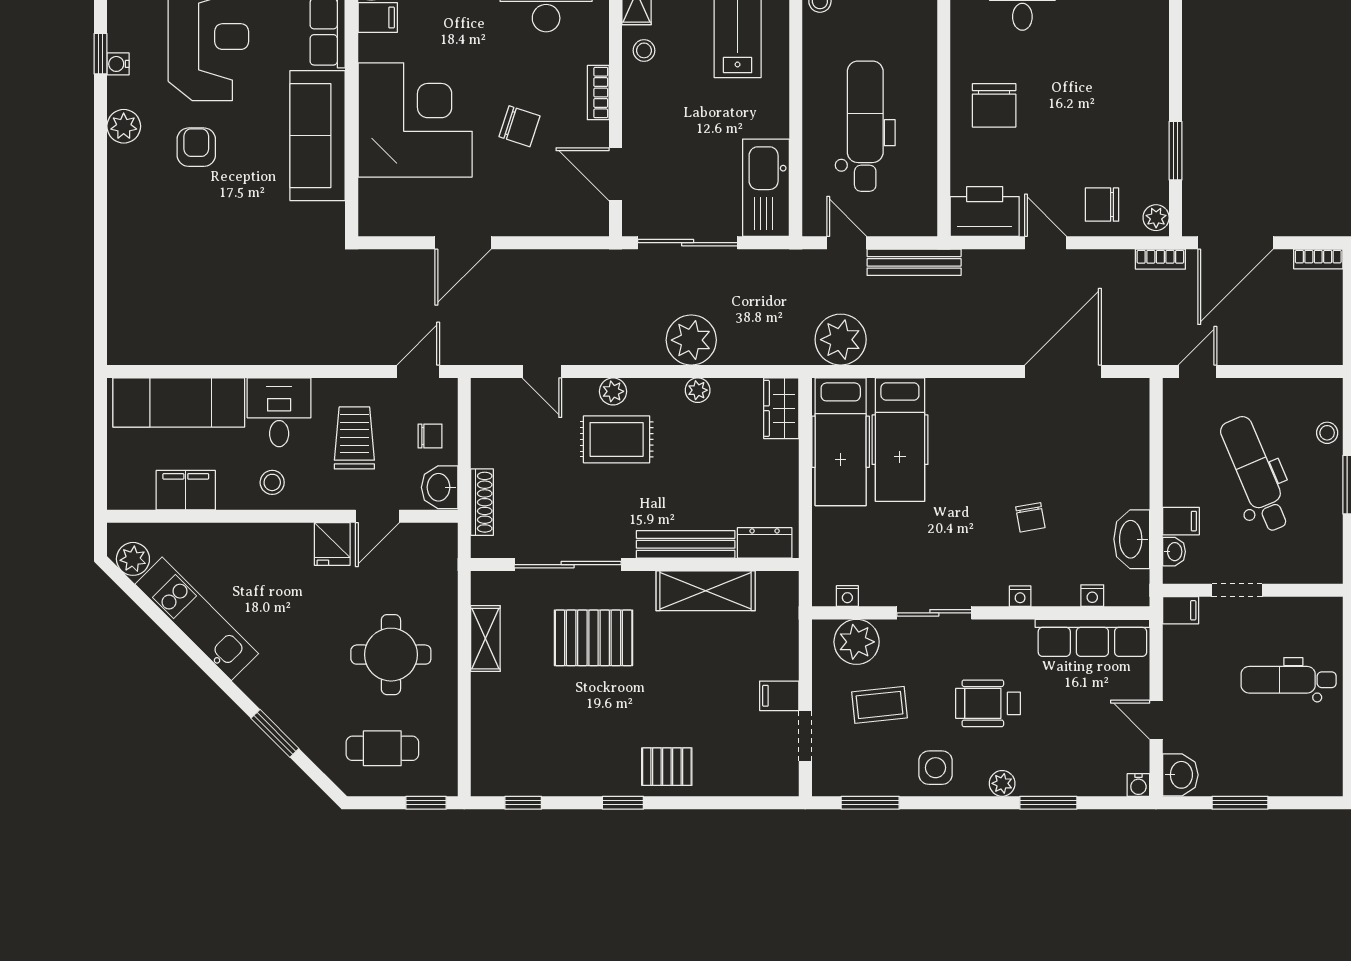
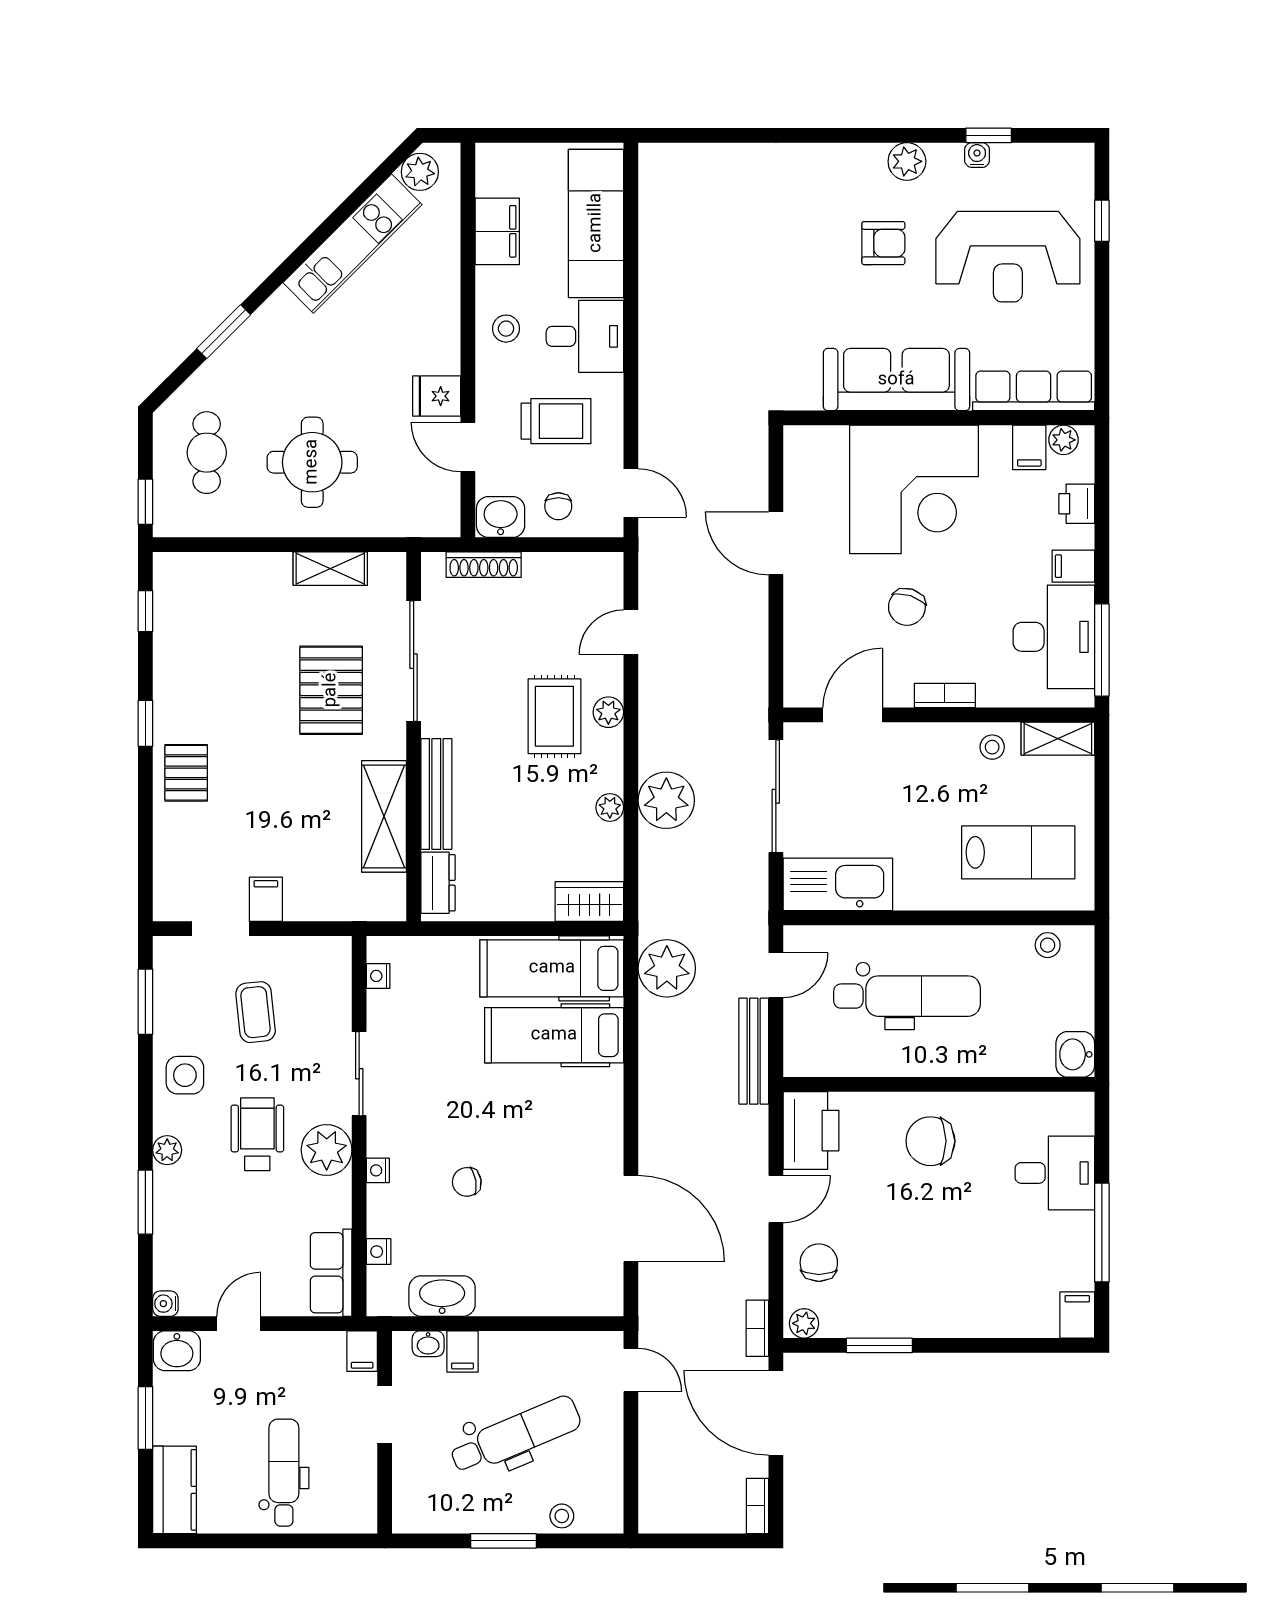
row of seats: (1092, 638) -> (331, 1273), width x0.68
plant: (857, 642) -> (327, 1150), moved
kitchen counter: (1304, 777) -> (175, 1490), added

